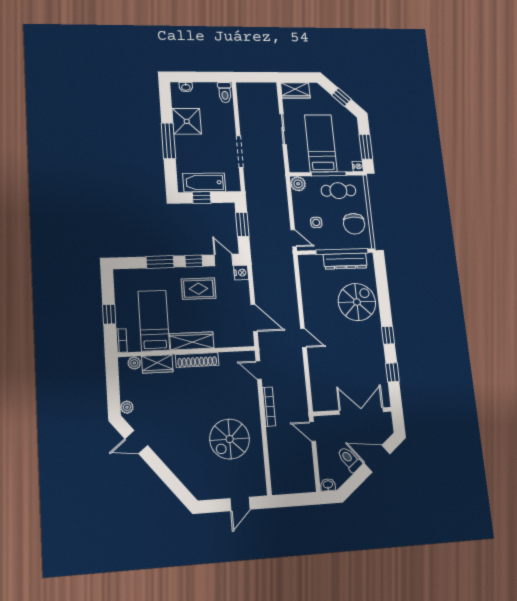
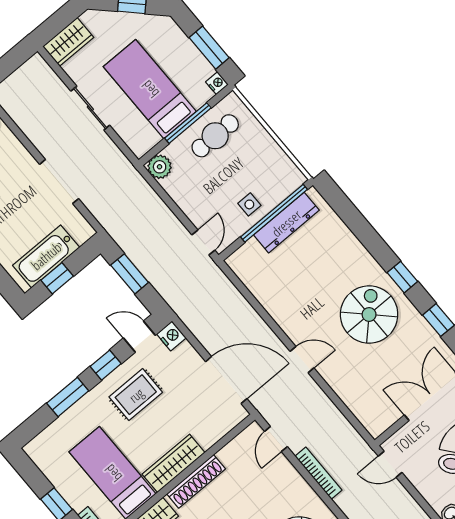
side table: (316, 222) -> (249, 204), moved
chair: (354, 224) -> (264, 165), removed
door: (294, 238) -> (203, 243), hinge flipped
spiral stairs: (357, 302) -> (369, 314), moved
door: (254, 318) -> (226, 380), width x1.36
door: (259, 370) -> (276, 439), hinge flipped

